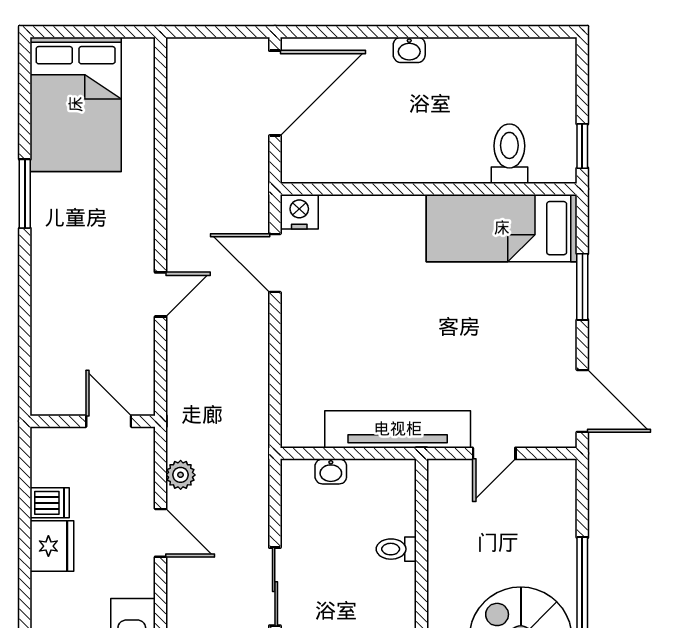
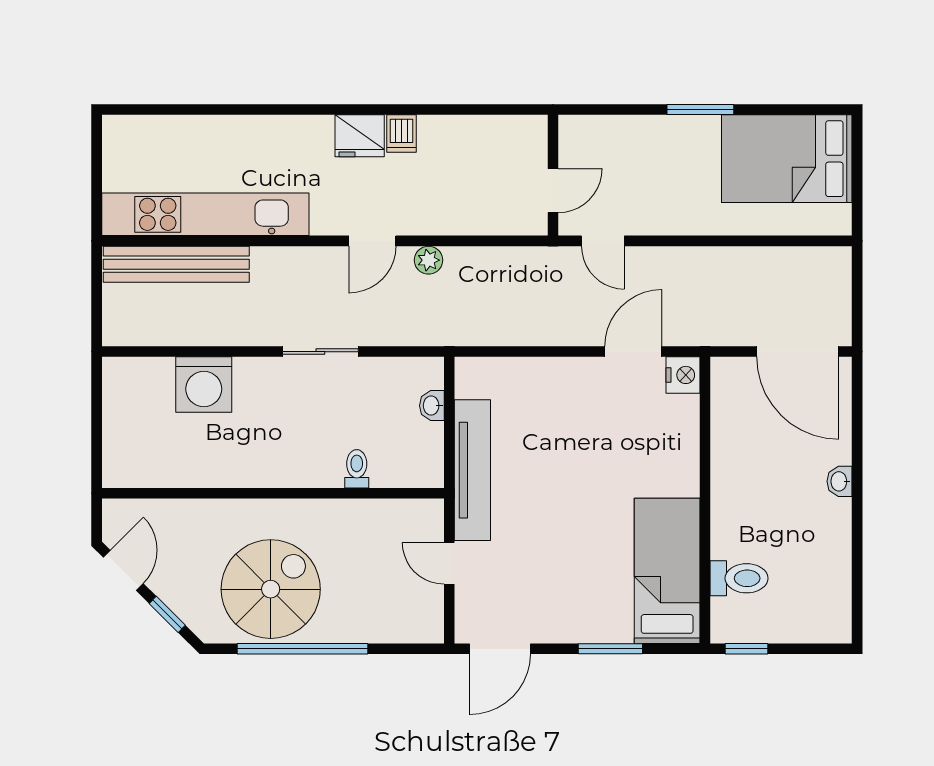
wall: (93, 421) -> (553, 175), moved
door: (109, 421) -> (553, 191), moved

